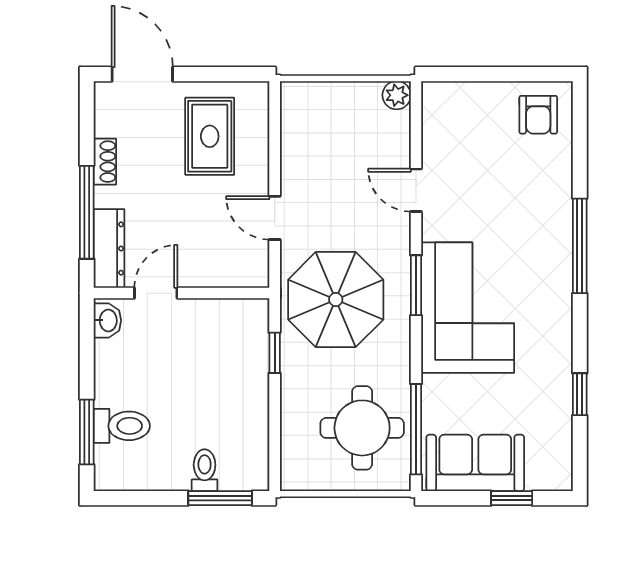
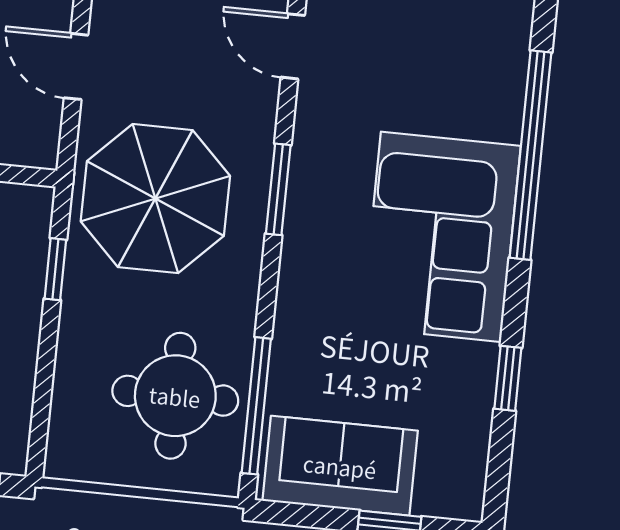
window: (580, 246) -> (530, 155), width x1.46
corner sofa: (468, 308) -> (441, 237), moved, turned 180

